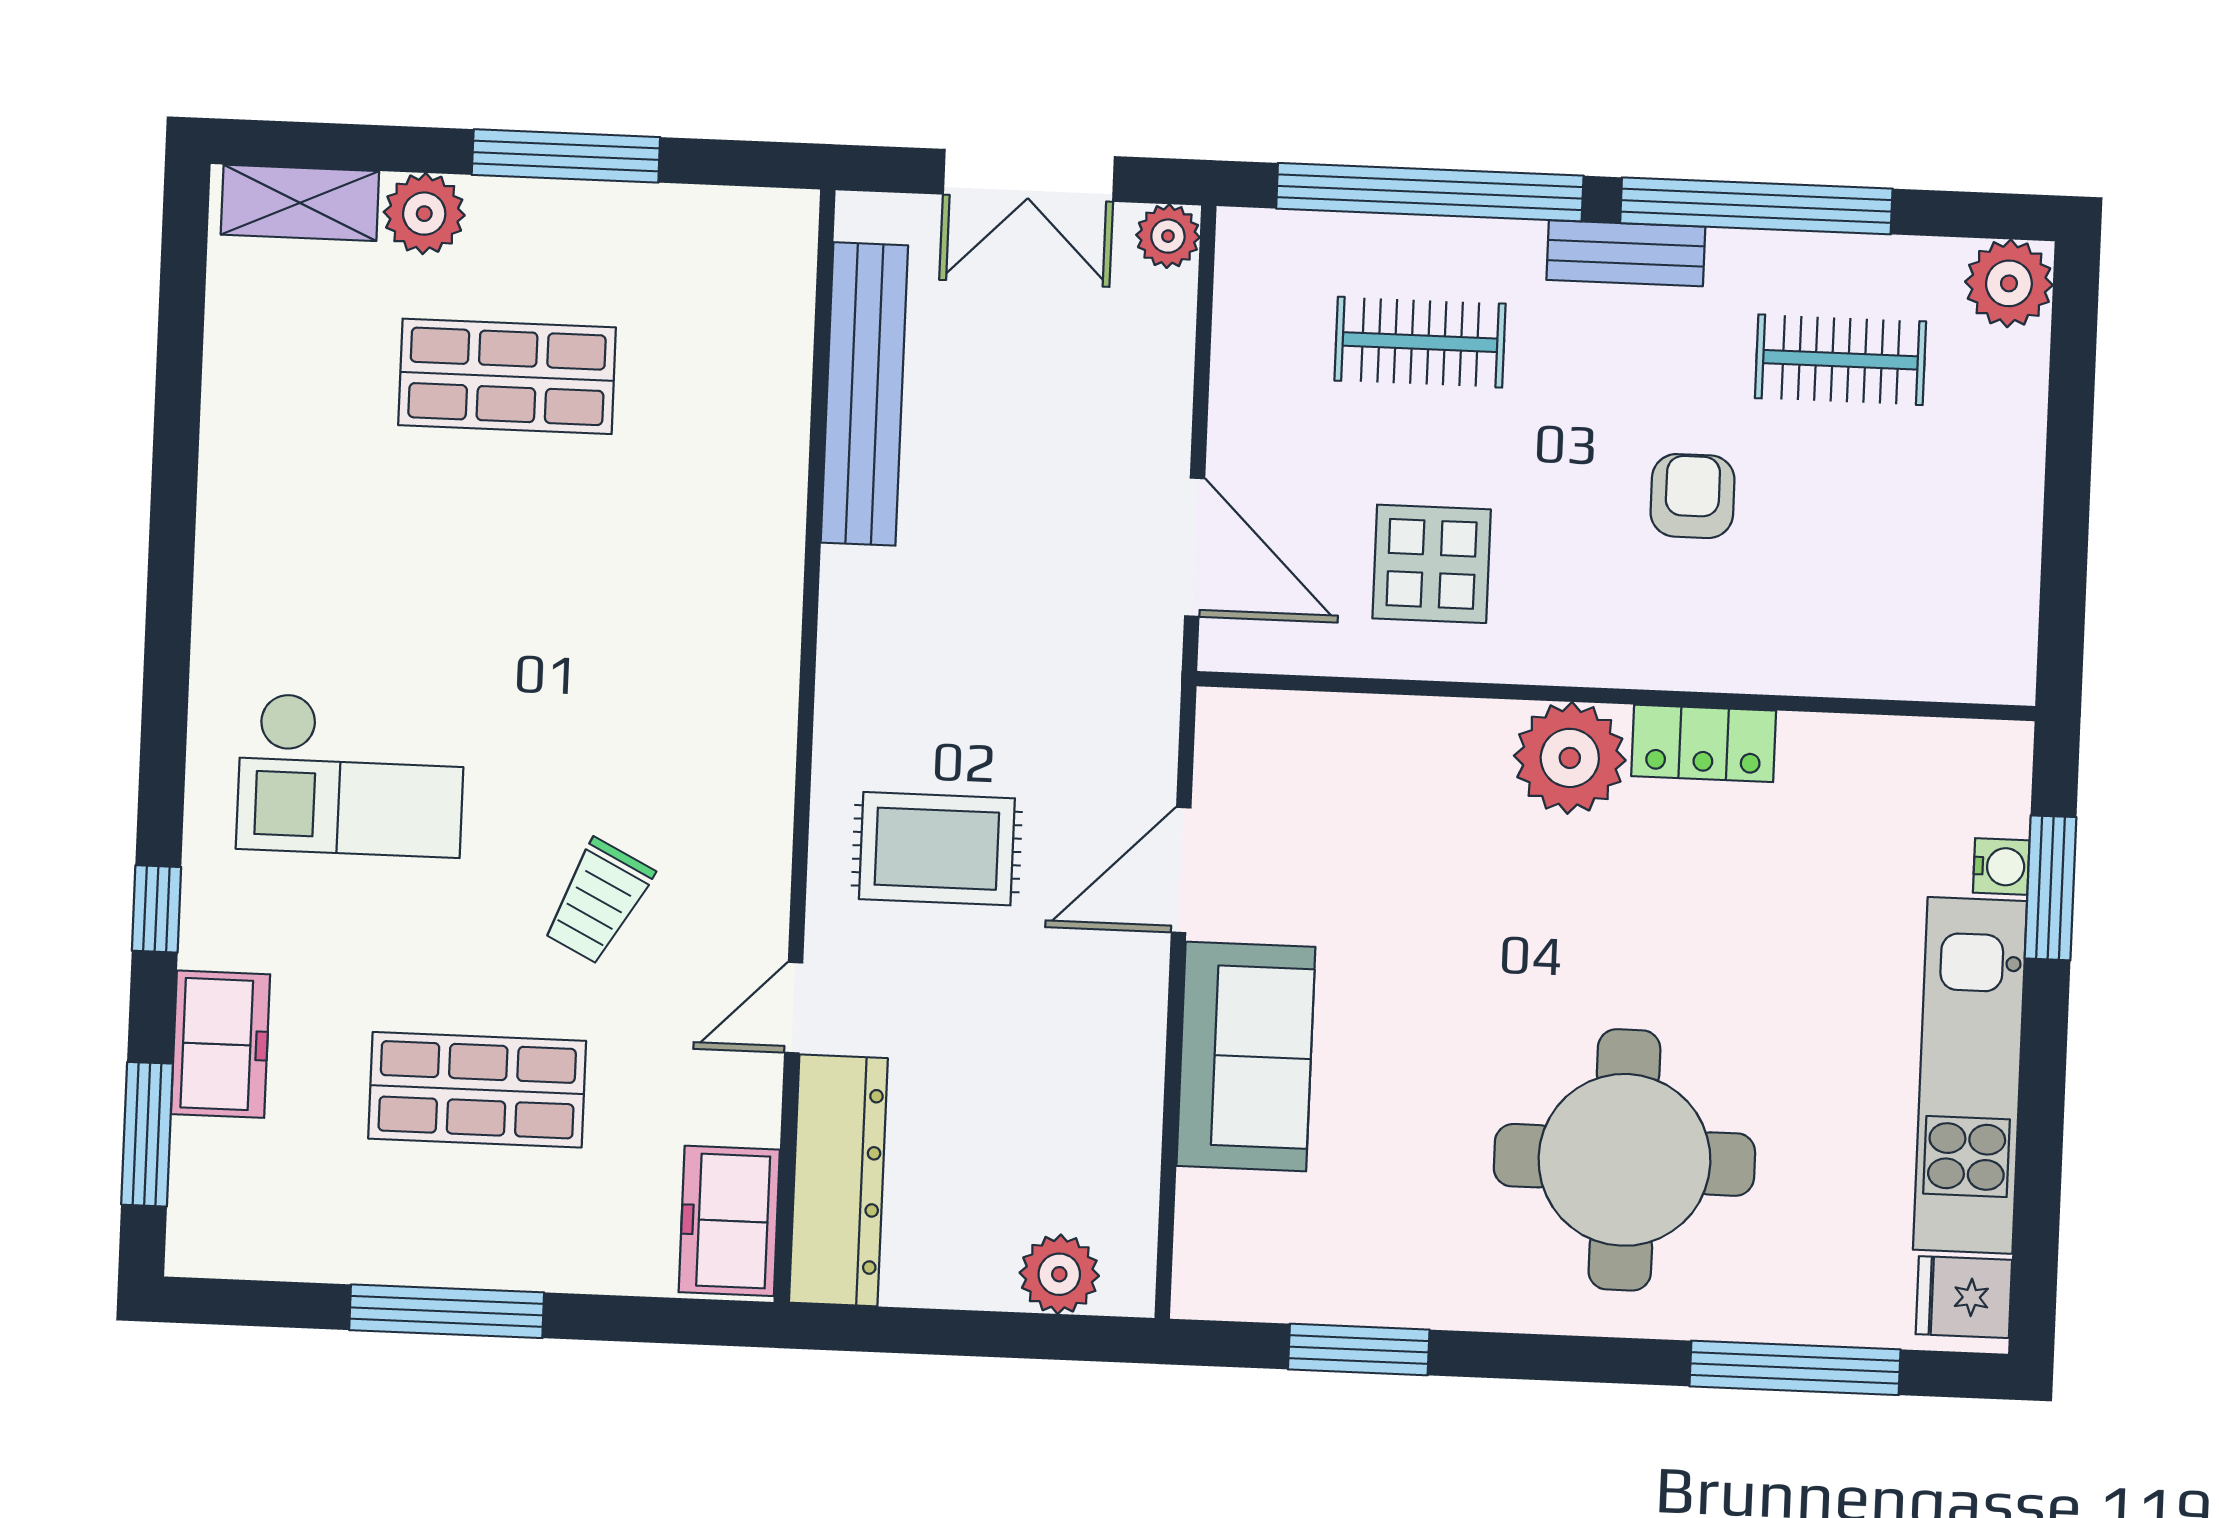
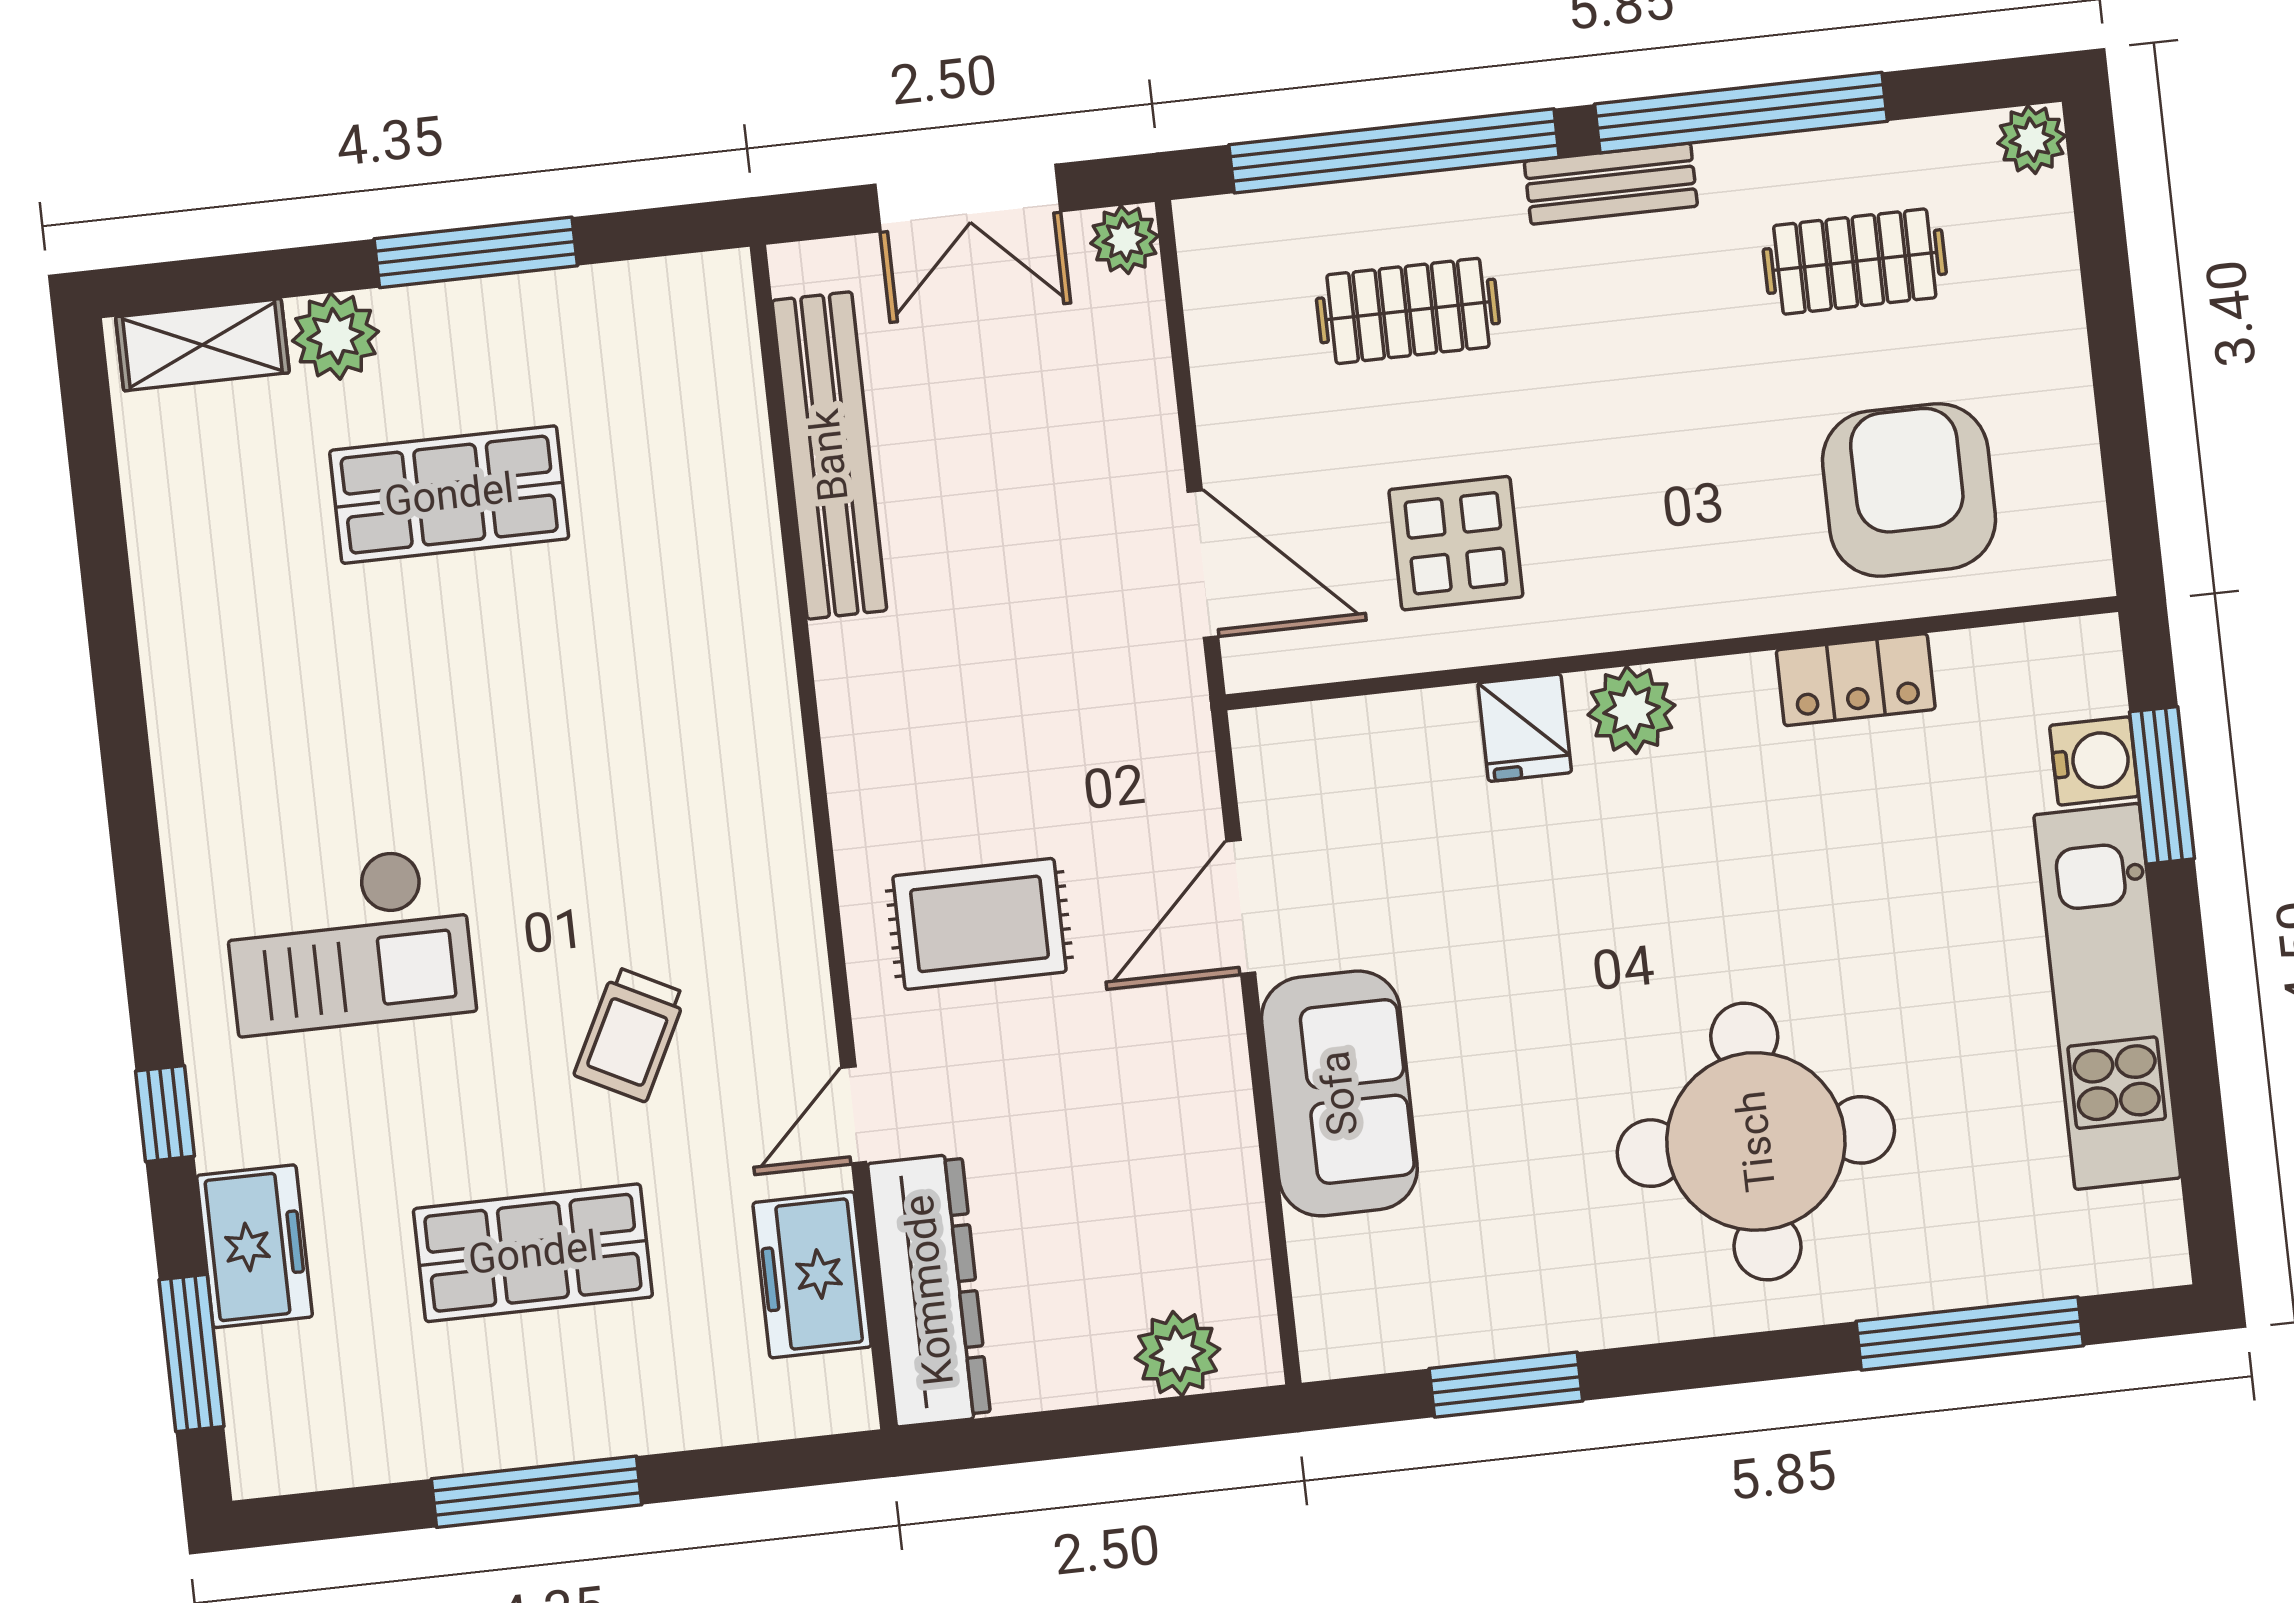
plant: (2009, 283) -> (2032, 140), width x0.73, depth x0.73
armchair: (1692, 496) -> (1909, 490), moved, width x1.88, depth x1.88
locker: (1704, 743) -> (1856, 680), moved
plant: (1570, 758) -> (1631, 710), width x0.73, depth x0.73
water cooler: (2001, 867) -> (2094, 761), width x1.38, depth x1.38
freezer: (729, 1221) -> (812, 1275), moved
fridge: (1964, 1297) -> (1525, 728), moved, turned -90

